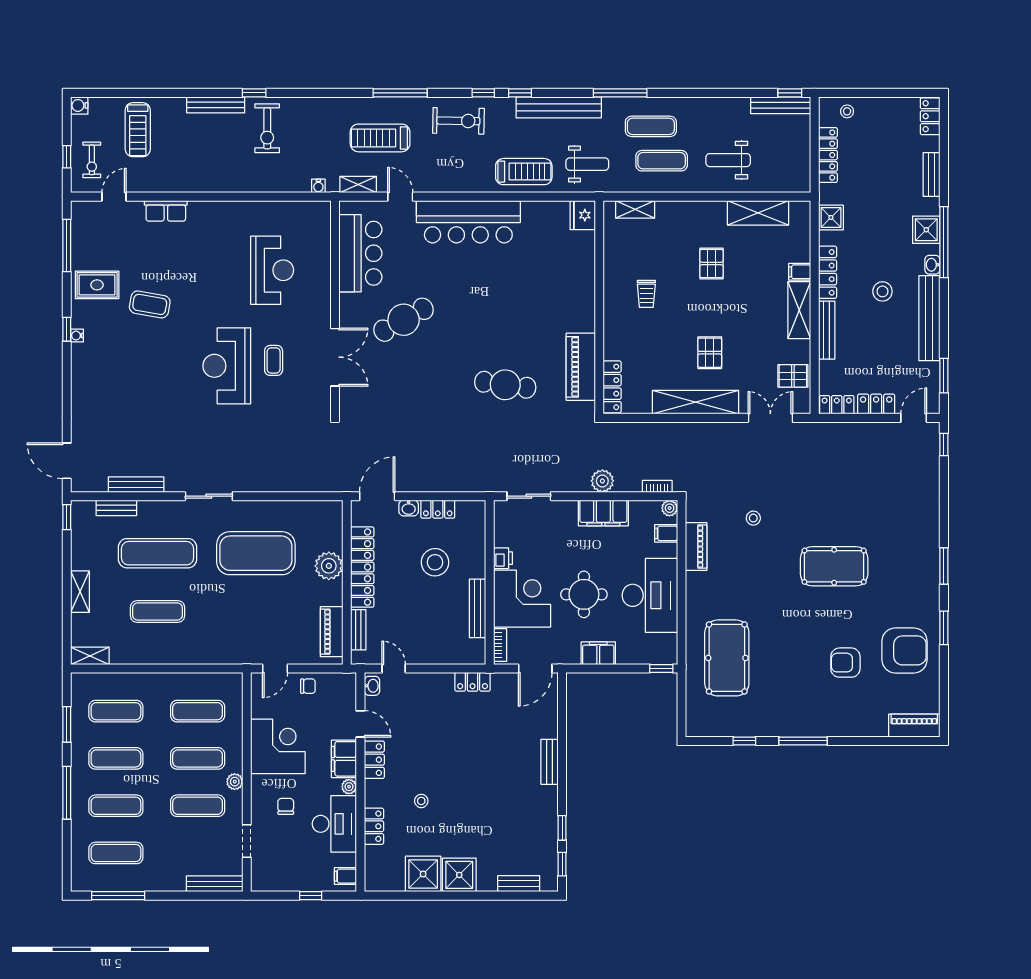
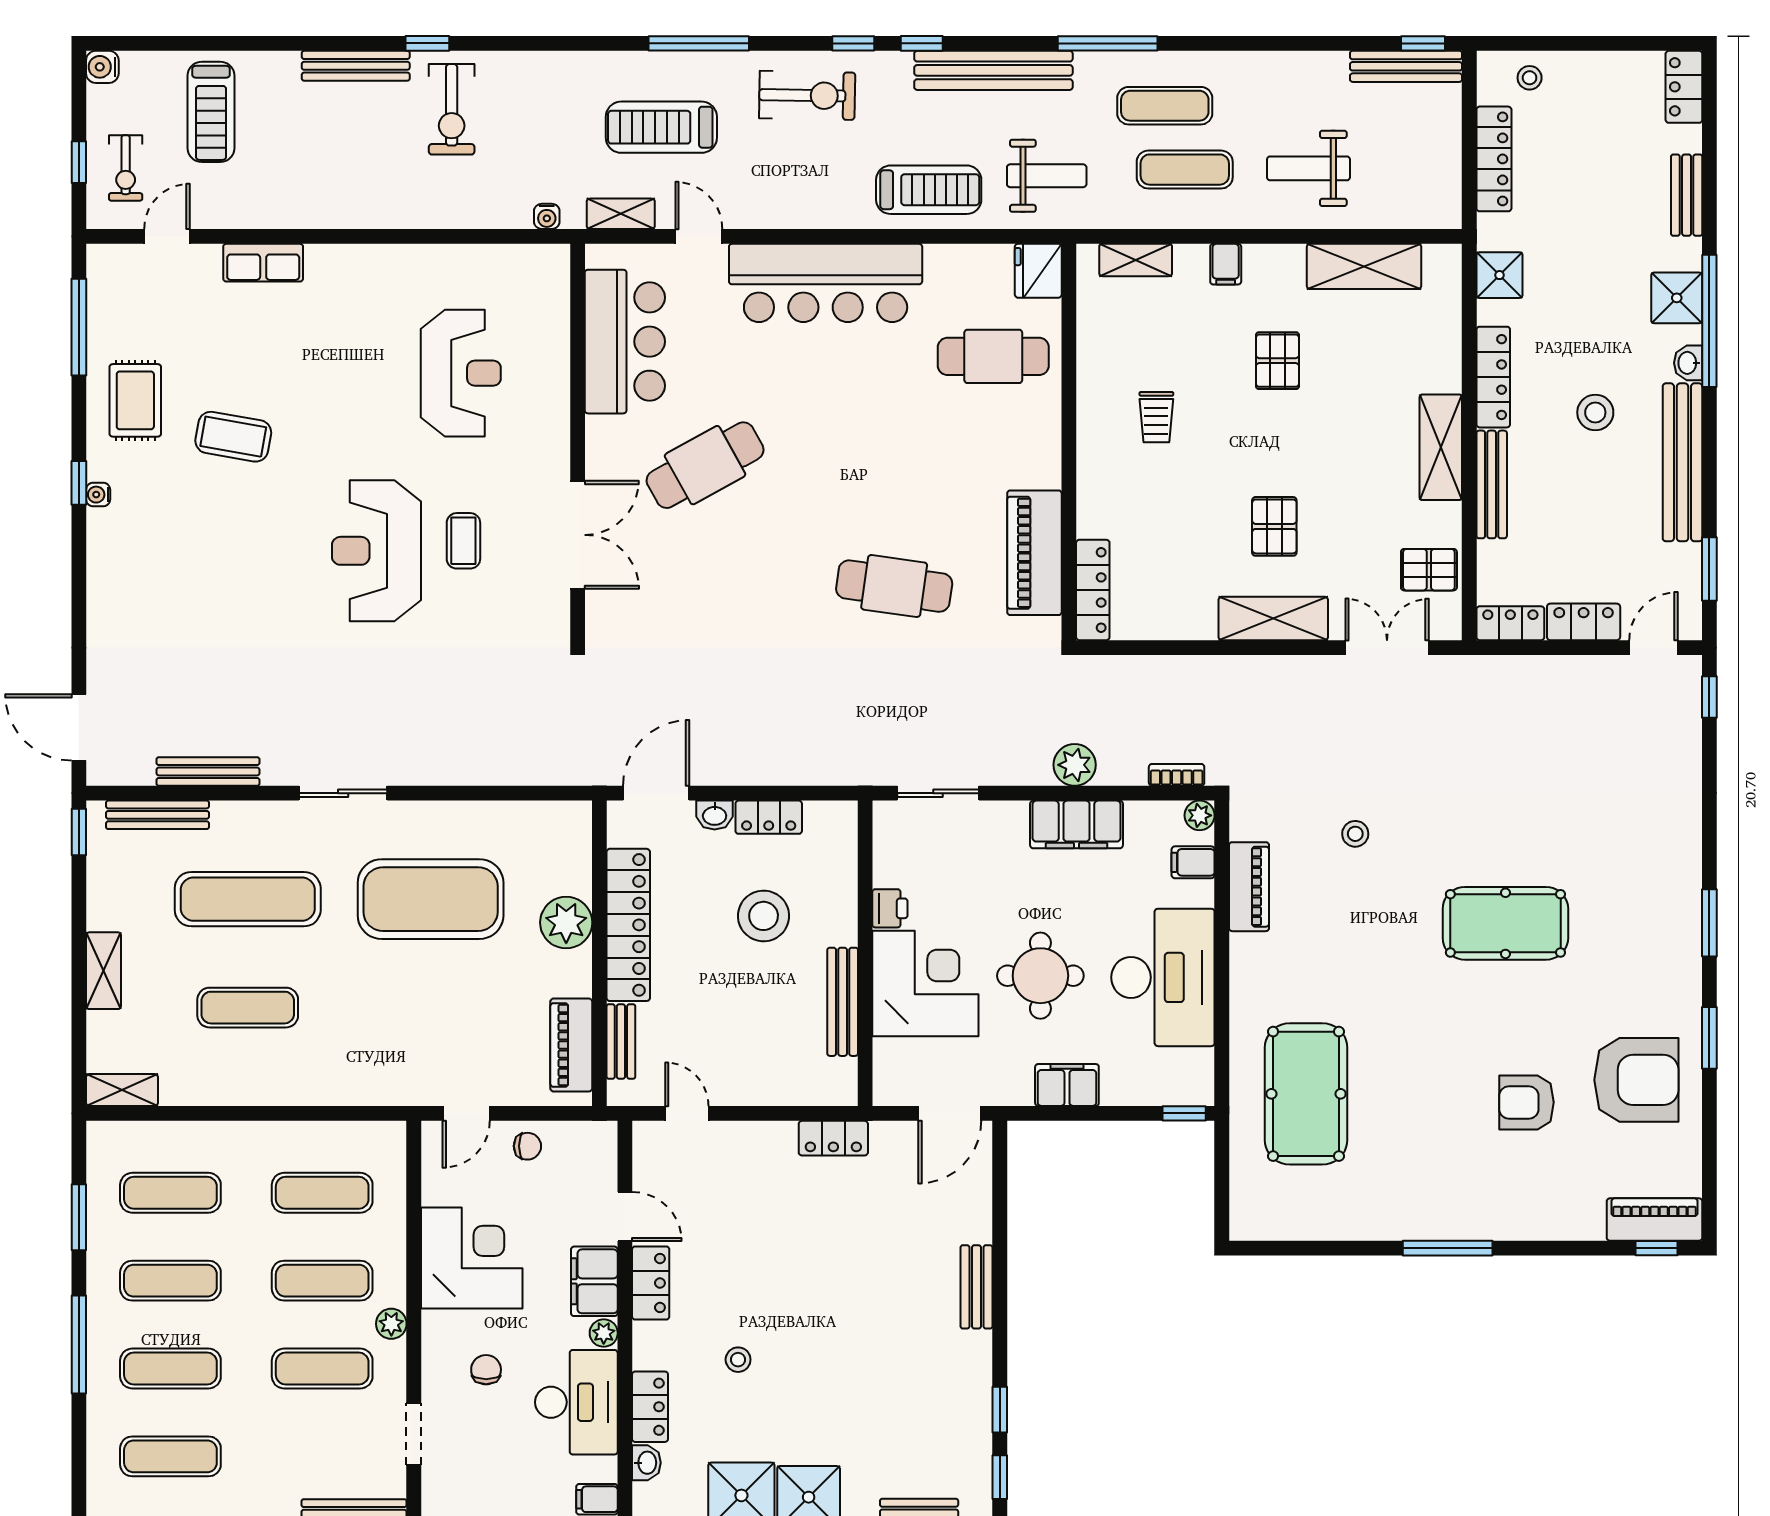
cafe table: (559, 261) -> (993, 356), added
filing cabinet: (800, 272) -> (1226, 264), moved, turned -90
rug: (97, 285) -> (135, 400), turned 90
shelving: (695, 402) -> (1273, 618), width x0.68
bench: (116, 508) -> (157, 815), width x1.36
bookcase: (500, 645) -> (884, 1070), removed
washbasin: (372, 686) -> (646, 1463), moved
window: (744, 741) -> (1657, 1248), moved

